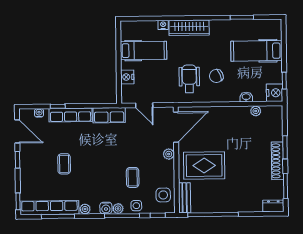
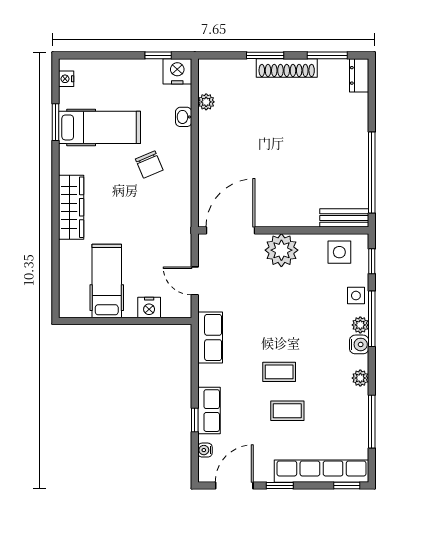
nightstand: (163, 25) -> (66, 79), moved
hospital bed: (256, 51) -> (100, 127), moved, turned -90
wheelchair: (189, 79) -> (153, 208), removed
door: (144, 105) -> (195, 281), swing flipped
row of seats: (71, 115) -> (209, 411), width x0.68
door: (176, 127) -> (230, 230), hinge flipped
plant: (169, 154) -> (281, 250), width x1.88, depth x1.88
rug: (204, 166) -> (293, 186), removed
coffee table: (133, 177) -> (279, 372), moved
row of seats: (49, 208) -> (321, 471), moved, turned 90

